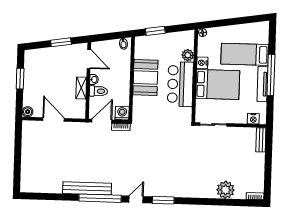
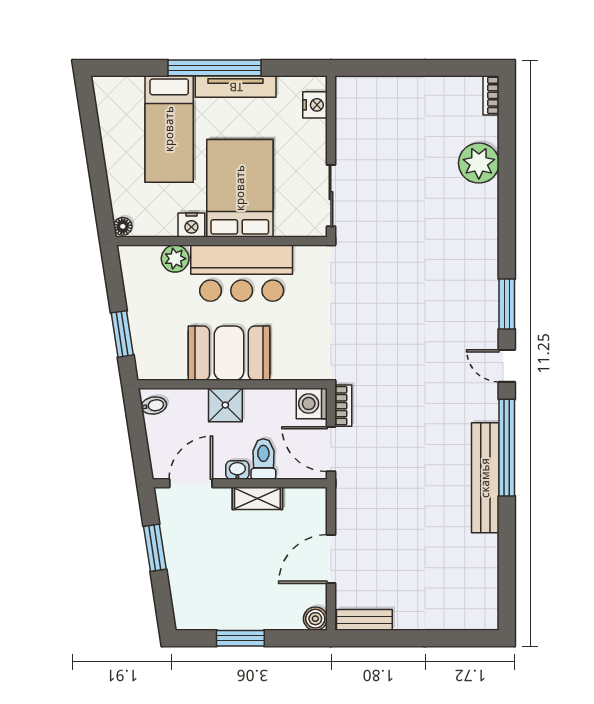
shower: (123, 75) -> (225, 405), added
bench: (261, 140) -> (364, 620), moved

